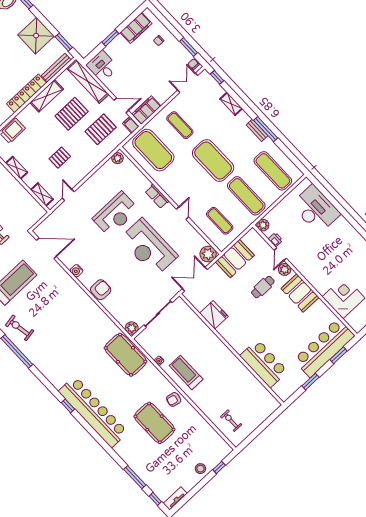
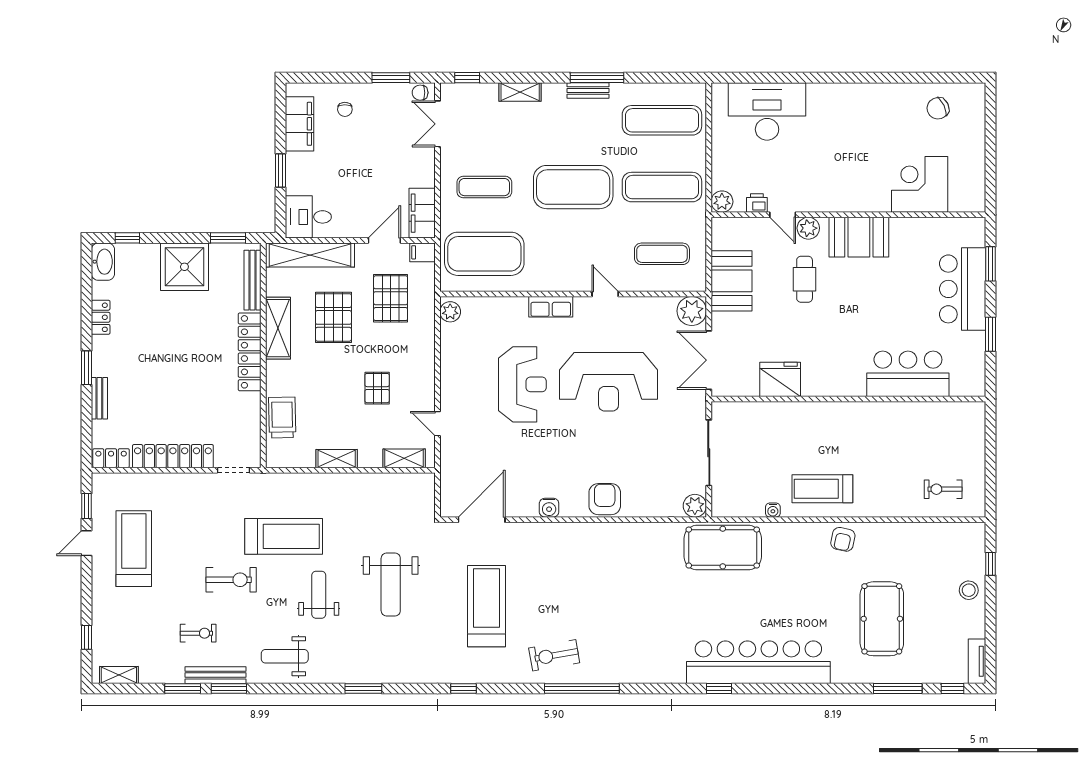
bar counter: (324, 348) -> (963, 289), width x0.73
pool table: (154, 423) -> (882, 619), moved, turned 90

